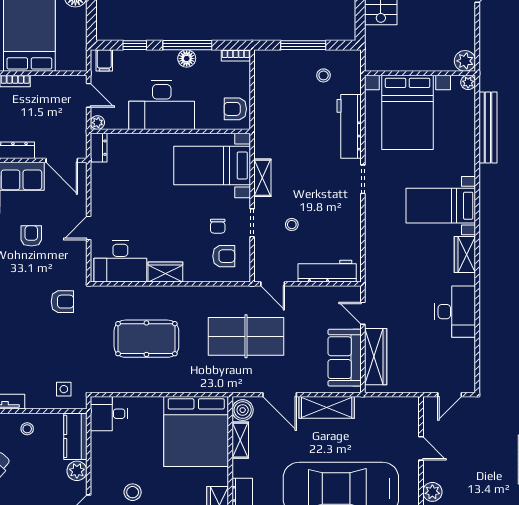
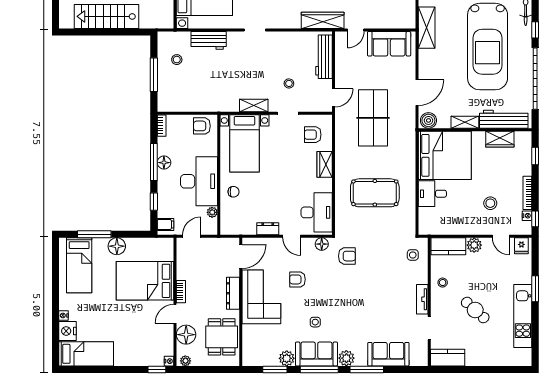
armchair: (235, 109) -> (202, 126), turned 90
plant: (97, 123) -> (212, 212), moved
workbench: (349, 126) -> (209, 40), width x0.73
dresser: (99, 148) -> (268, 229), moved
chair: (218, 226) -> (234, 192), moved
armchair: (224, 256) -> (313, 135), turned -90
floor lamp: (78, 268) -> (322, 244), added
wardrobe: (165, 272) -> (325, 164), moved
armchair: (62, 302) -> (347, 256), turned 90
pool table: (146, 339) -> (375, 193), turned 90
wardrobe: (376, 357) -> (323, 20), moved
shelving: (327, 407) -> (427, 28), moved
desk: (109, 414) -> (432, 194), moved, turned 90
shelving: (240, 440) -> (465, 122), moved

